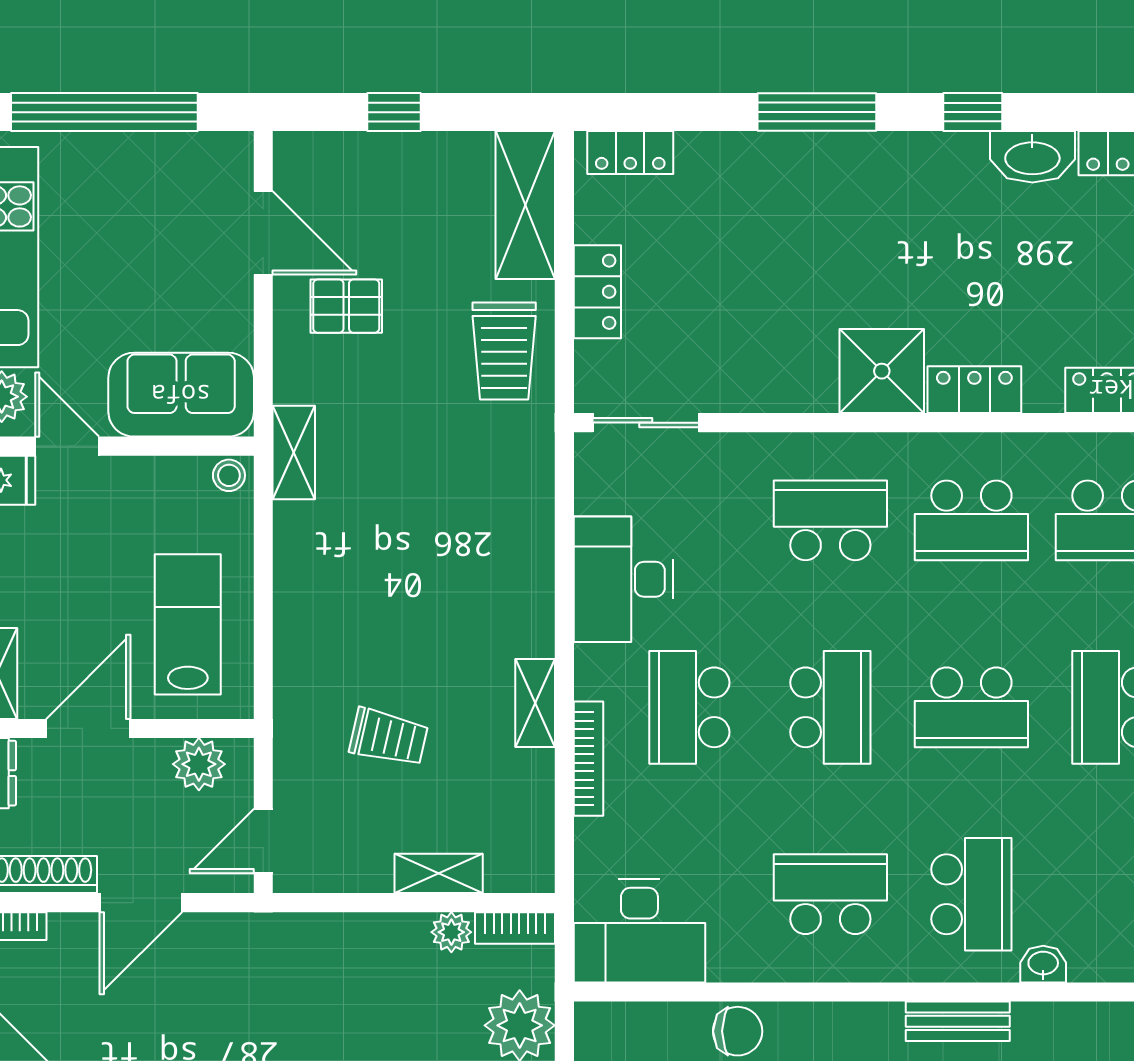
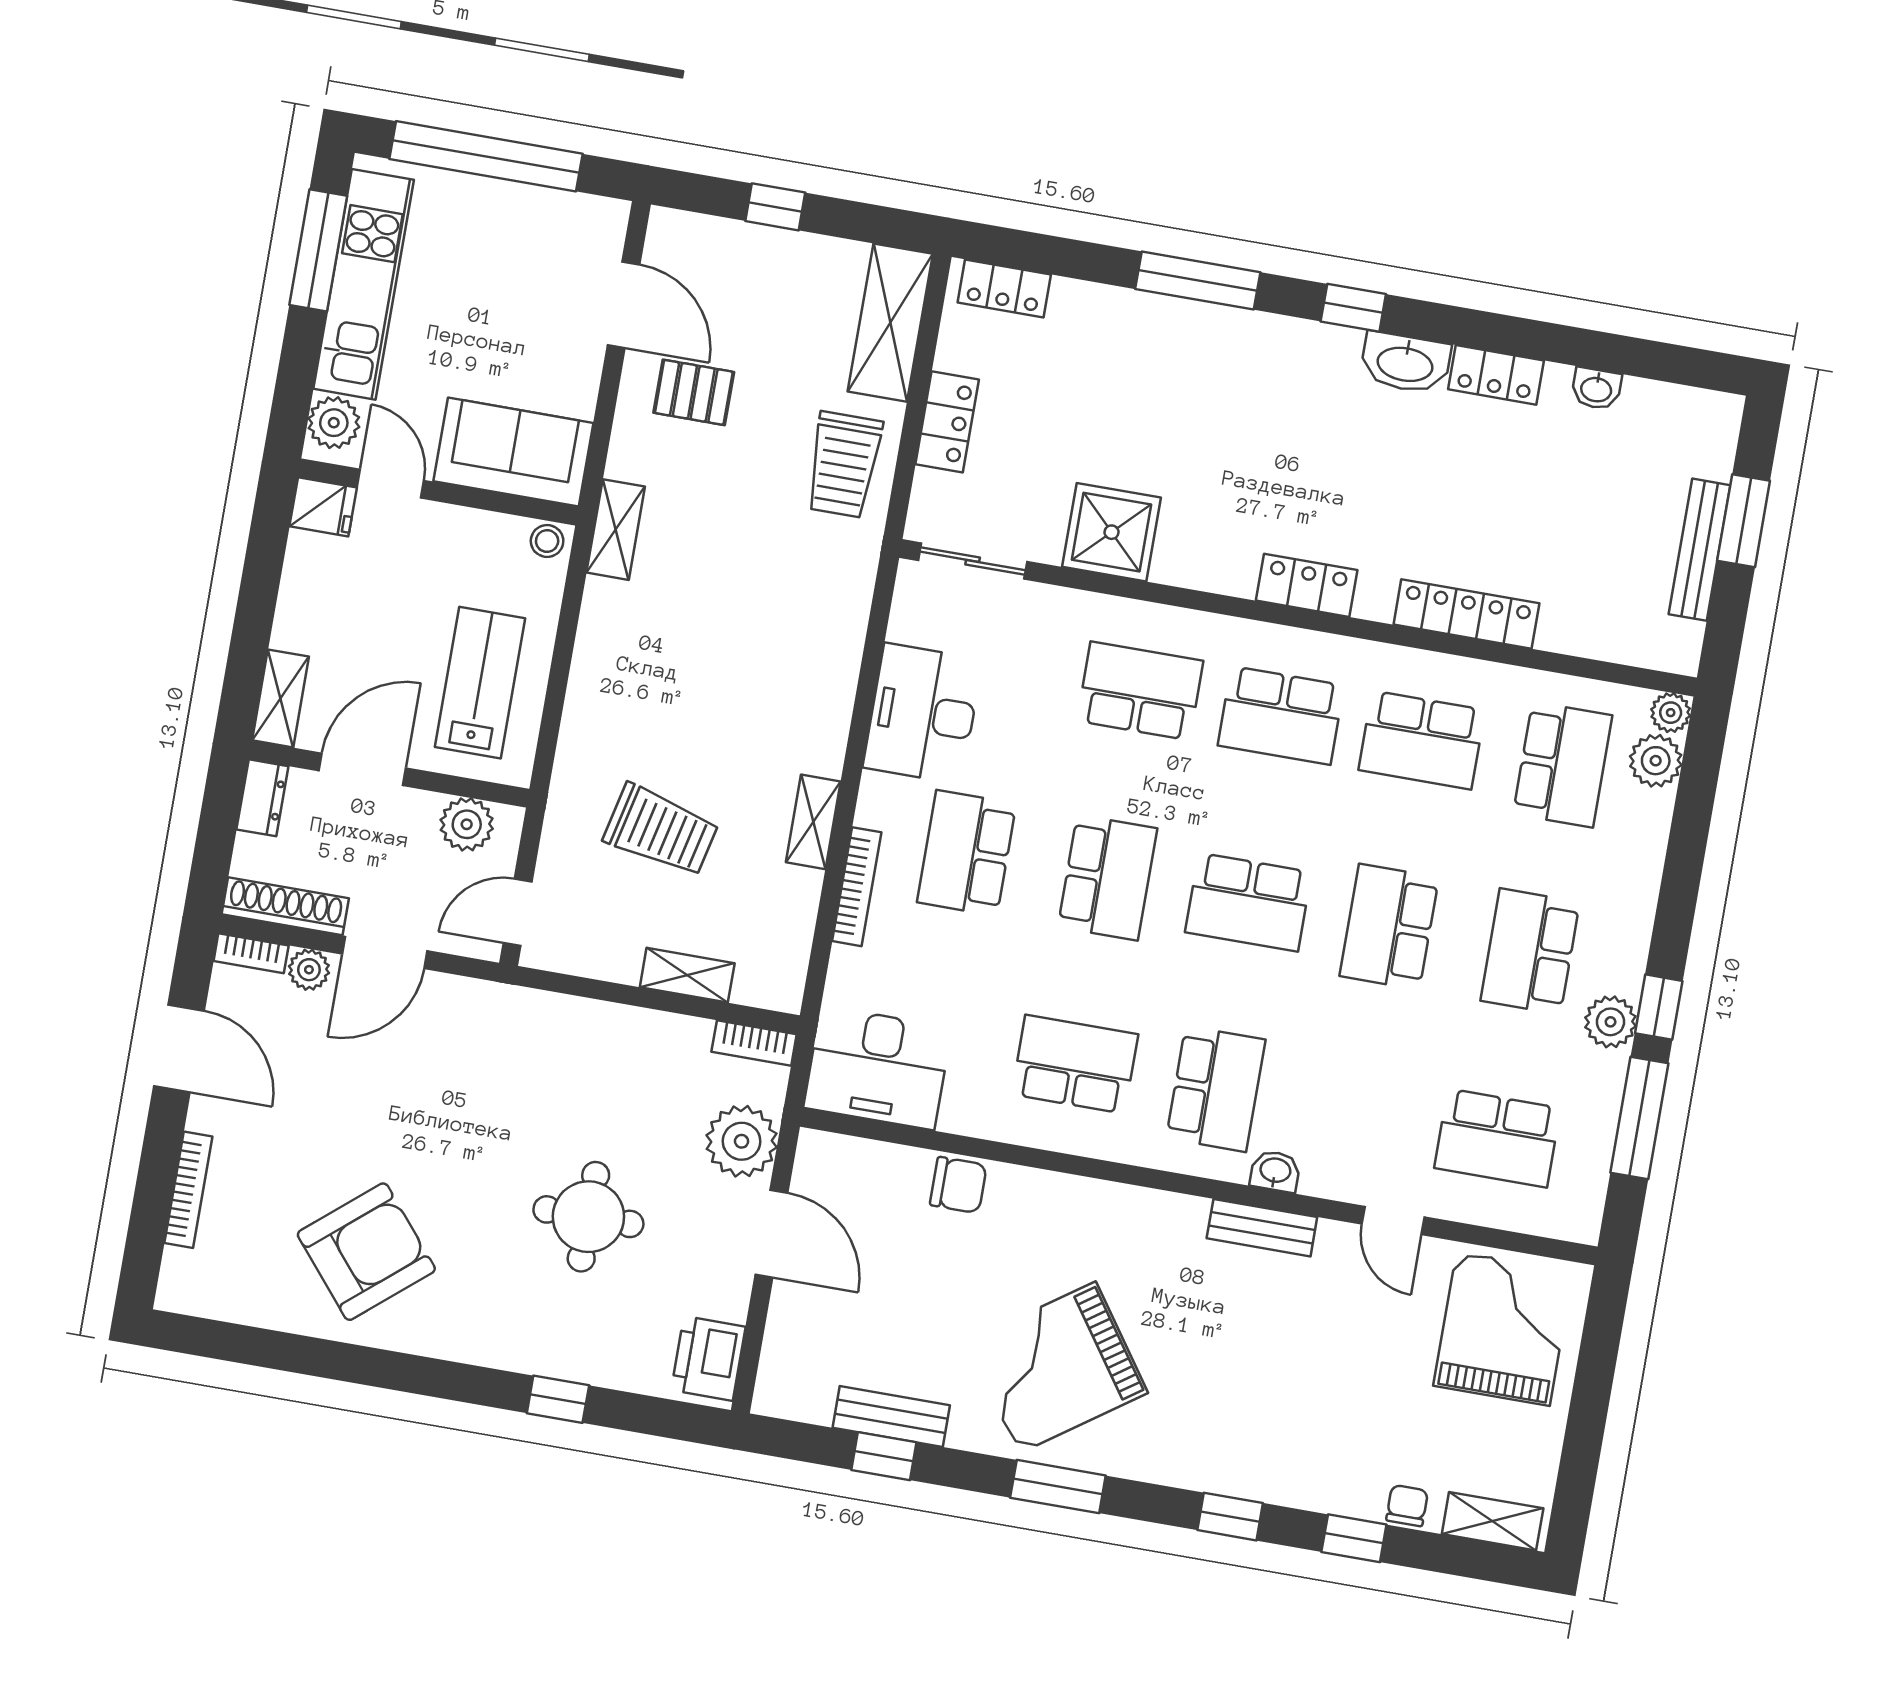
shower: (882, 371) -> (1111, 532), moved
trolley: (389, 737) -> (661, 830), width x1.36, depth x1.39
plant: (451, 932) -> (309, 970), moved
bench: (958, 1021) -> (1262, 1228), moved

